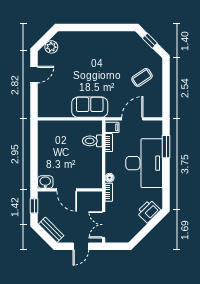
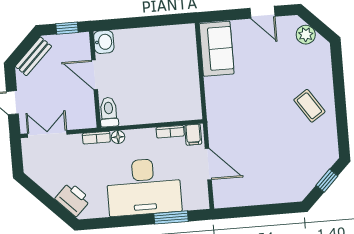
coffee table: (142, 77) -> (309, 106), moved
sofa: (90, 107) -> (217, 49), moved
toilet: (92, 141) -> (109, 112), moved
door: (67, 190) -> (95, 75), hinge flipped

